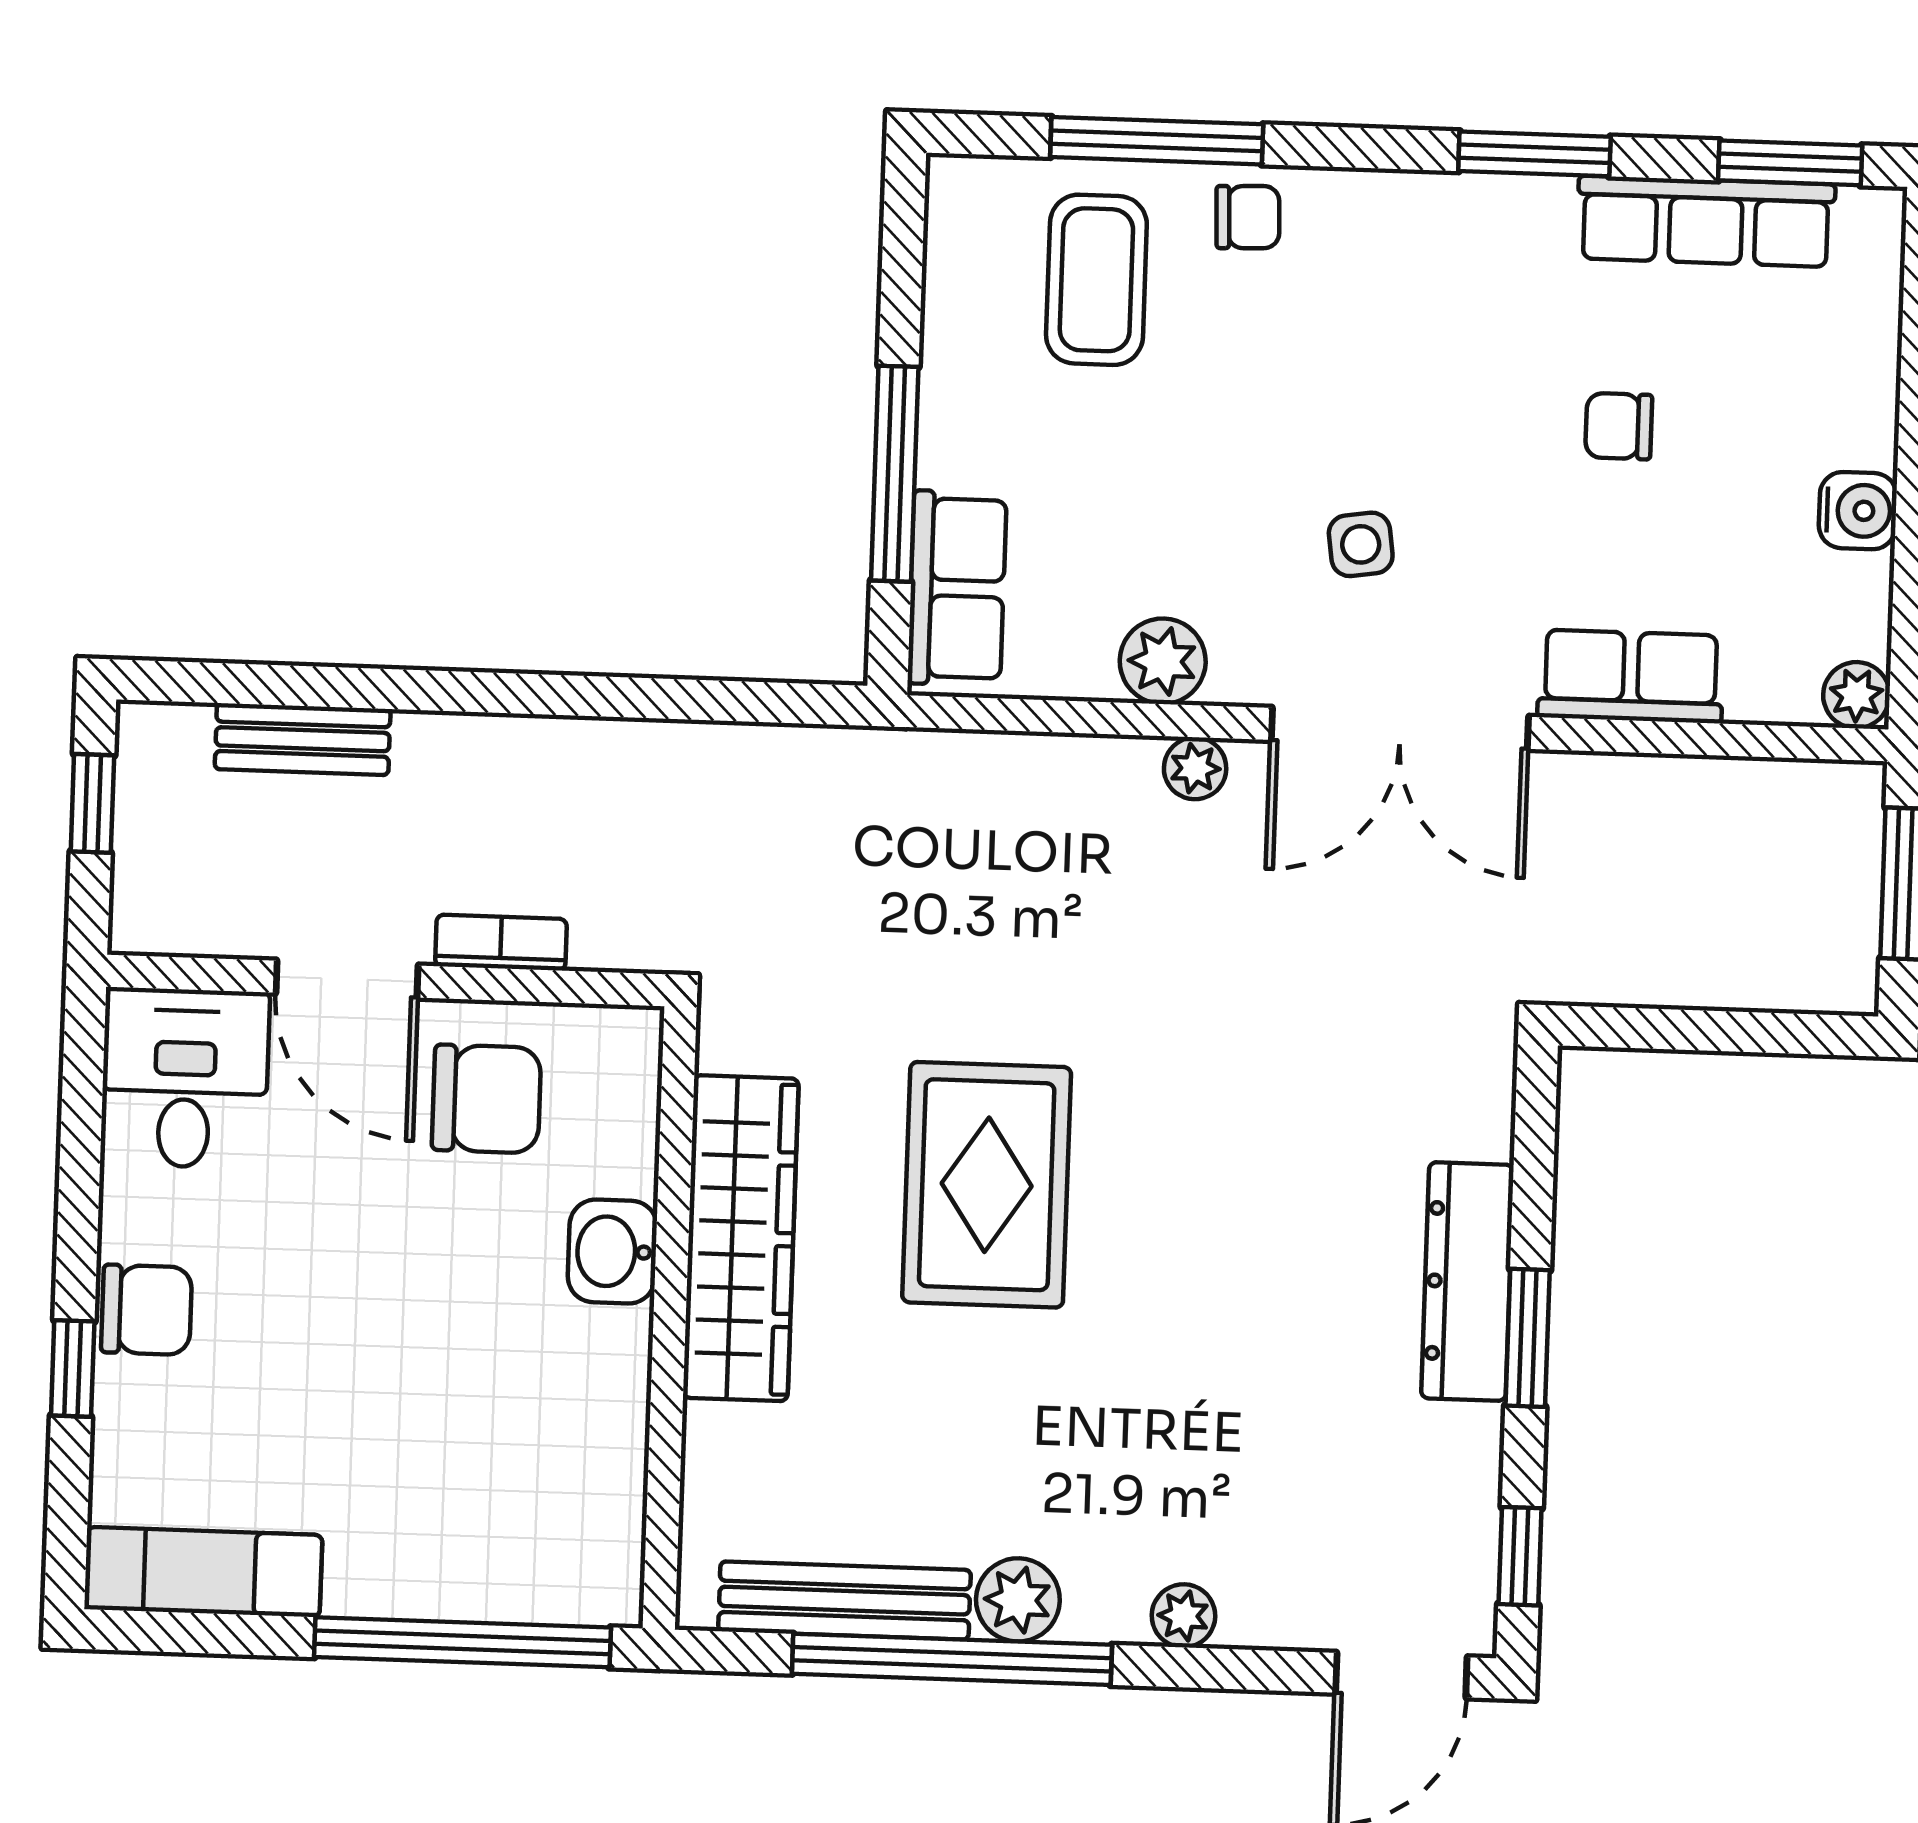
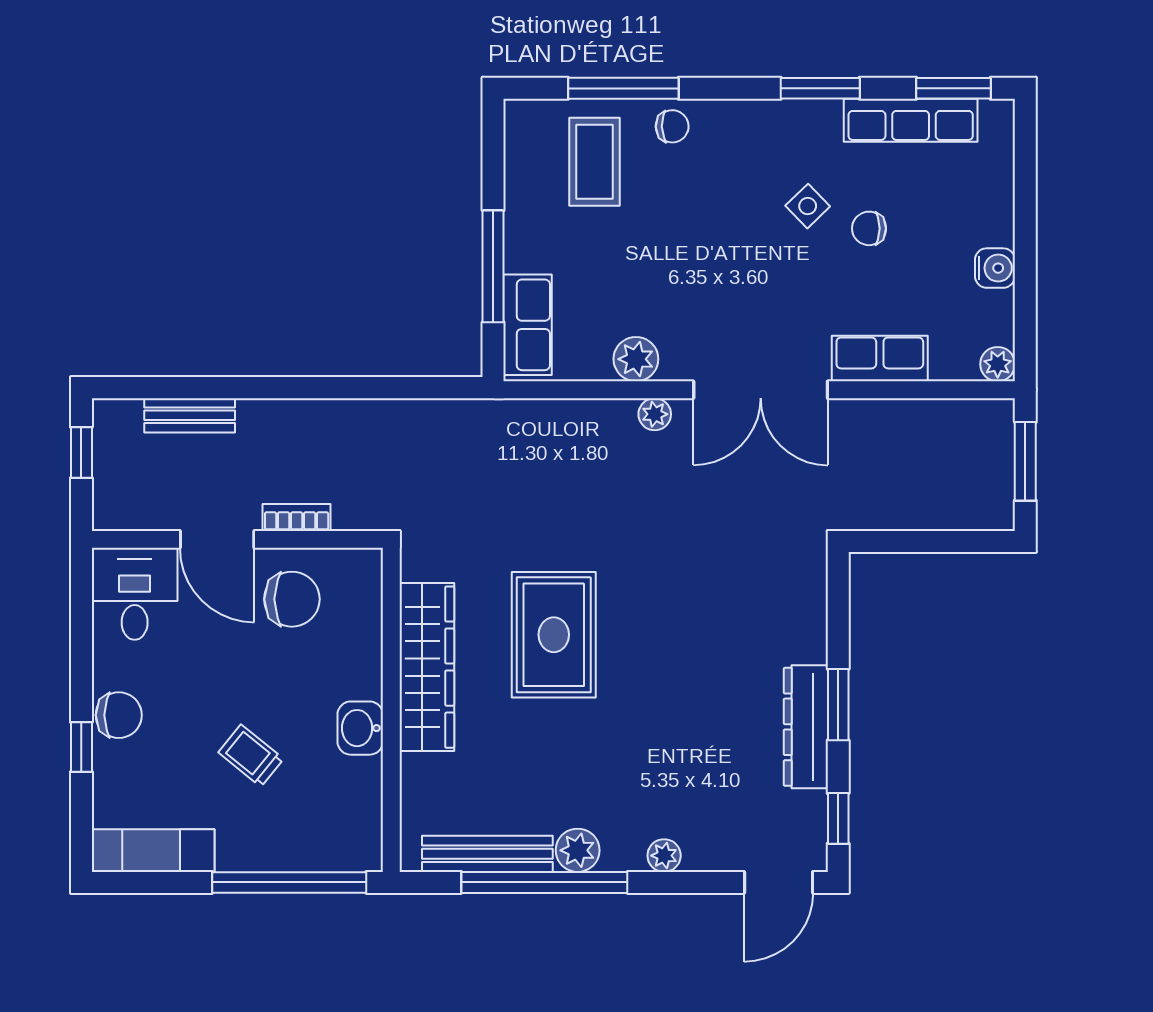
side table: (1361, 544) -> (808, 206), moved, turned -36
washbasin: (612, 1251) -> (360, 728), moved
dresser: (1467, 1282) -> (806, 727), moved
trolley: (397, 1396) -> (251, 756), added

